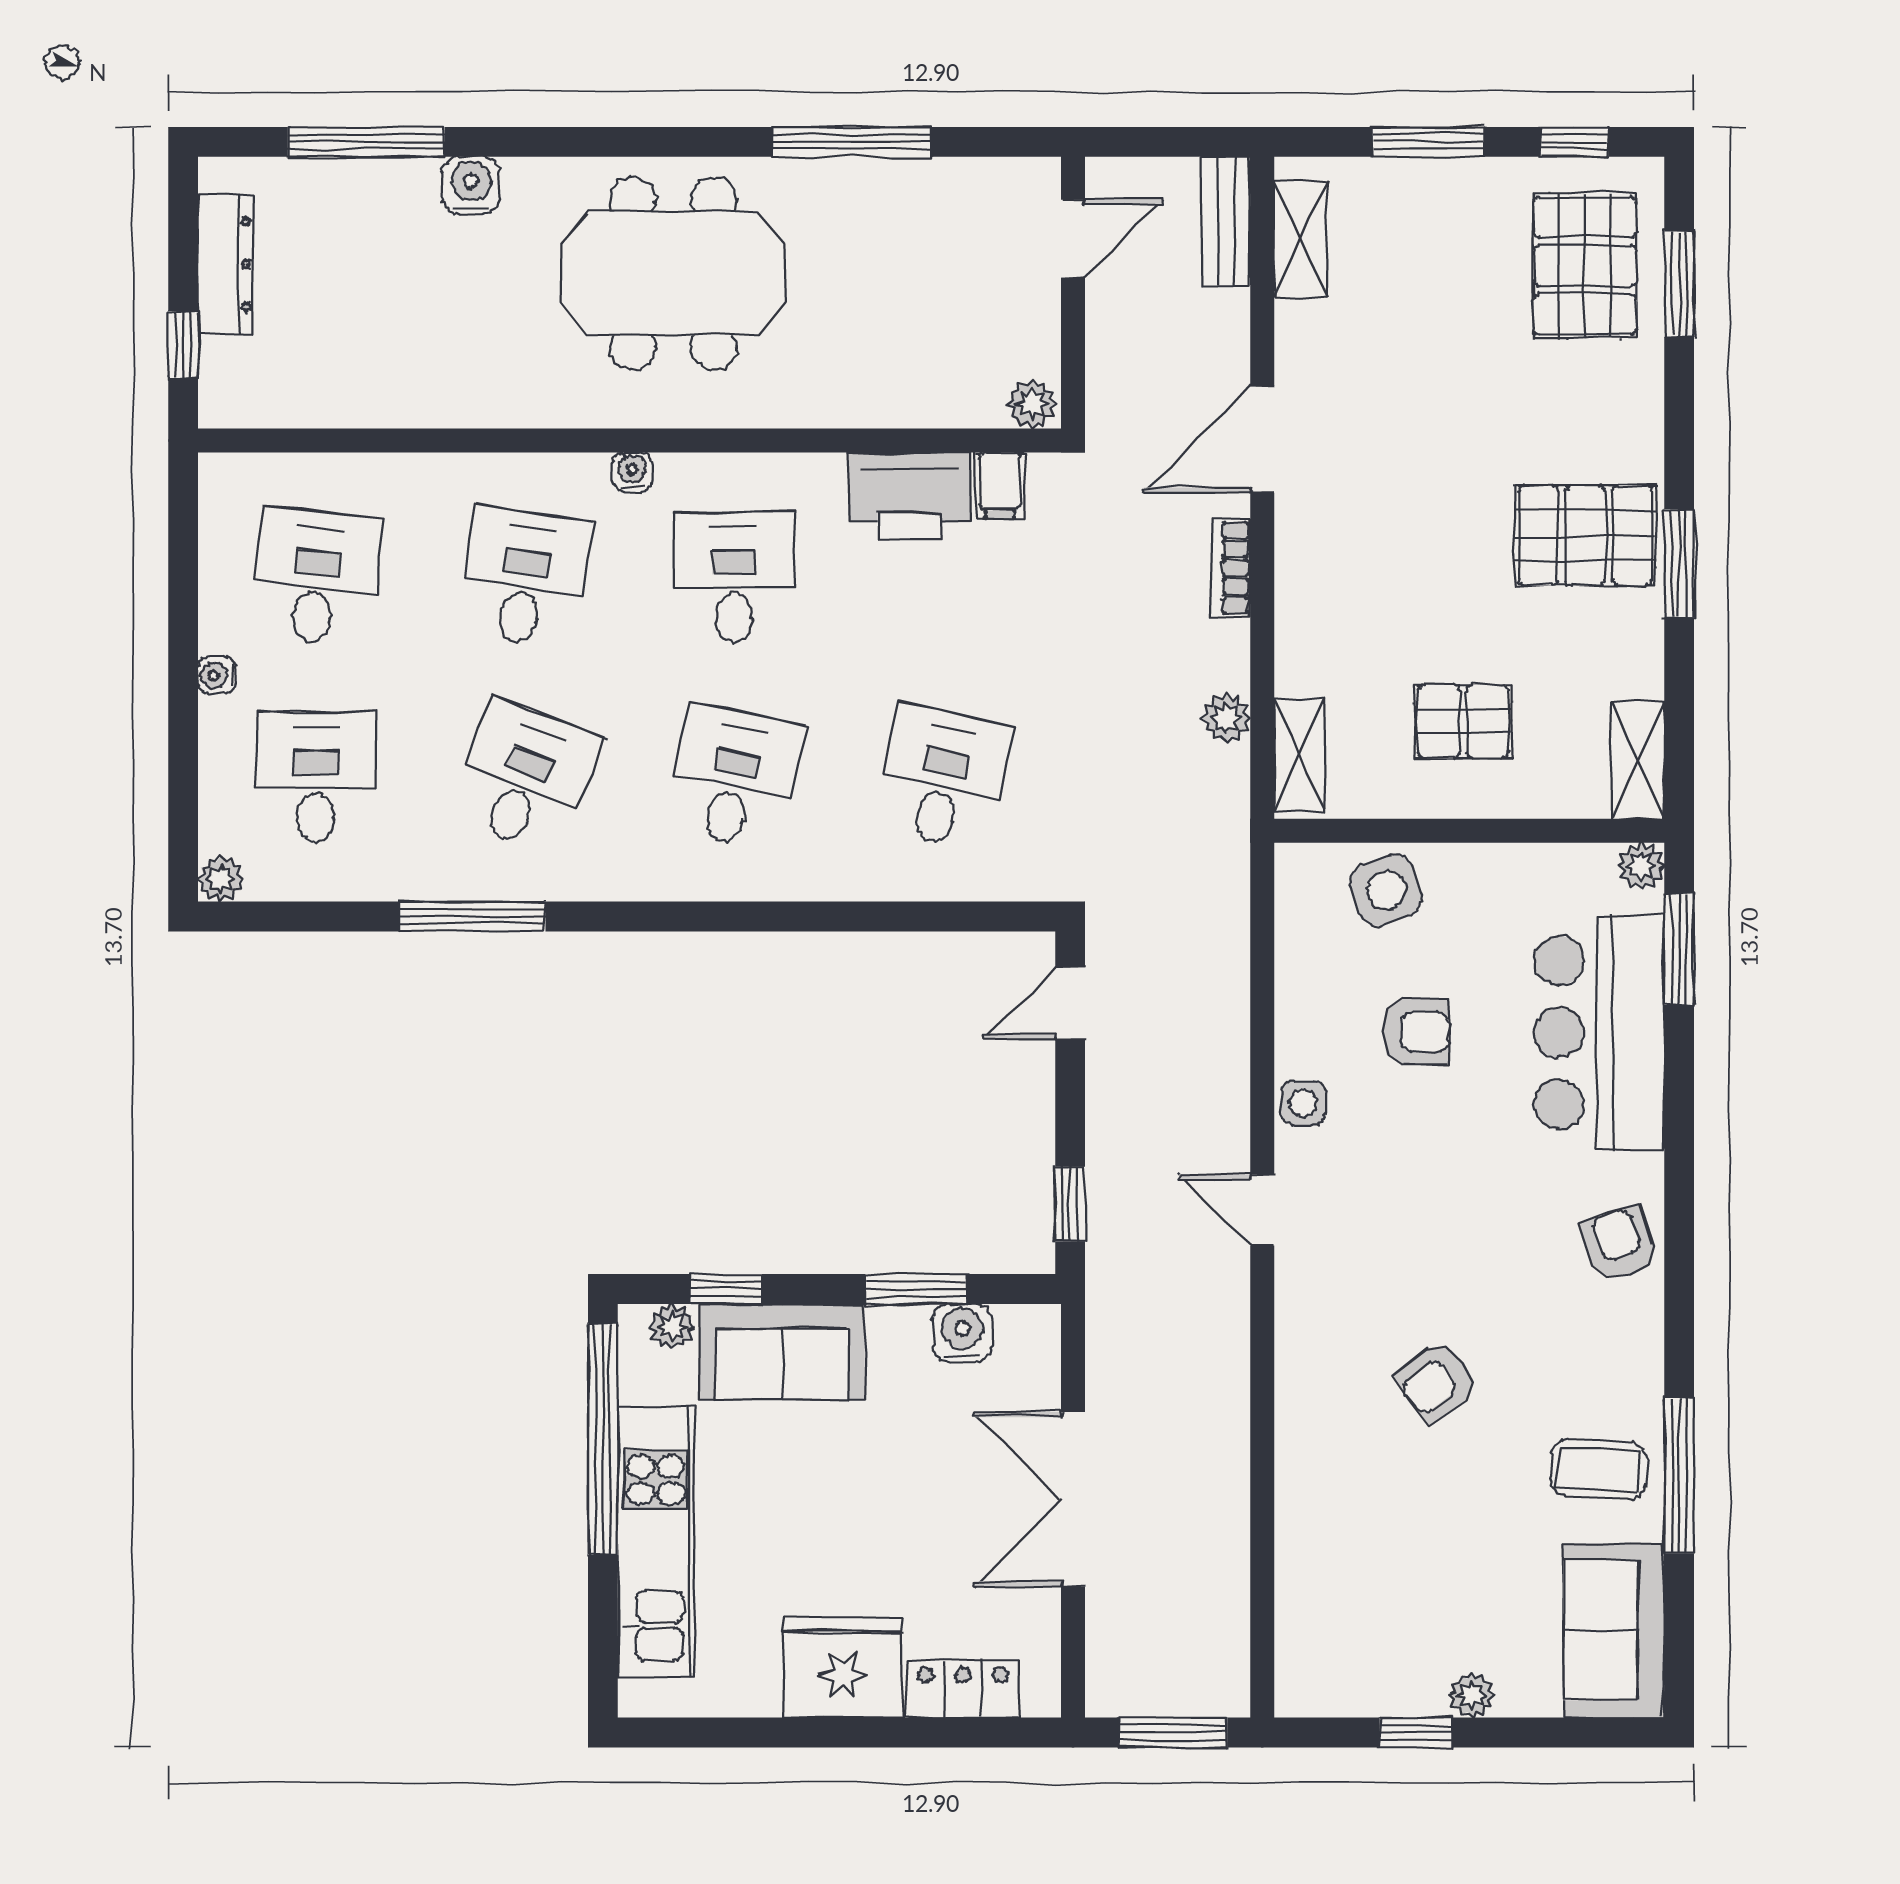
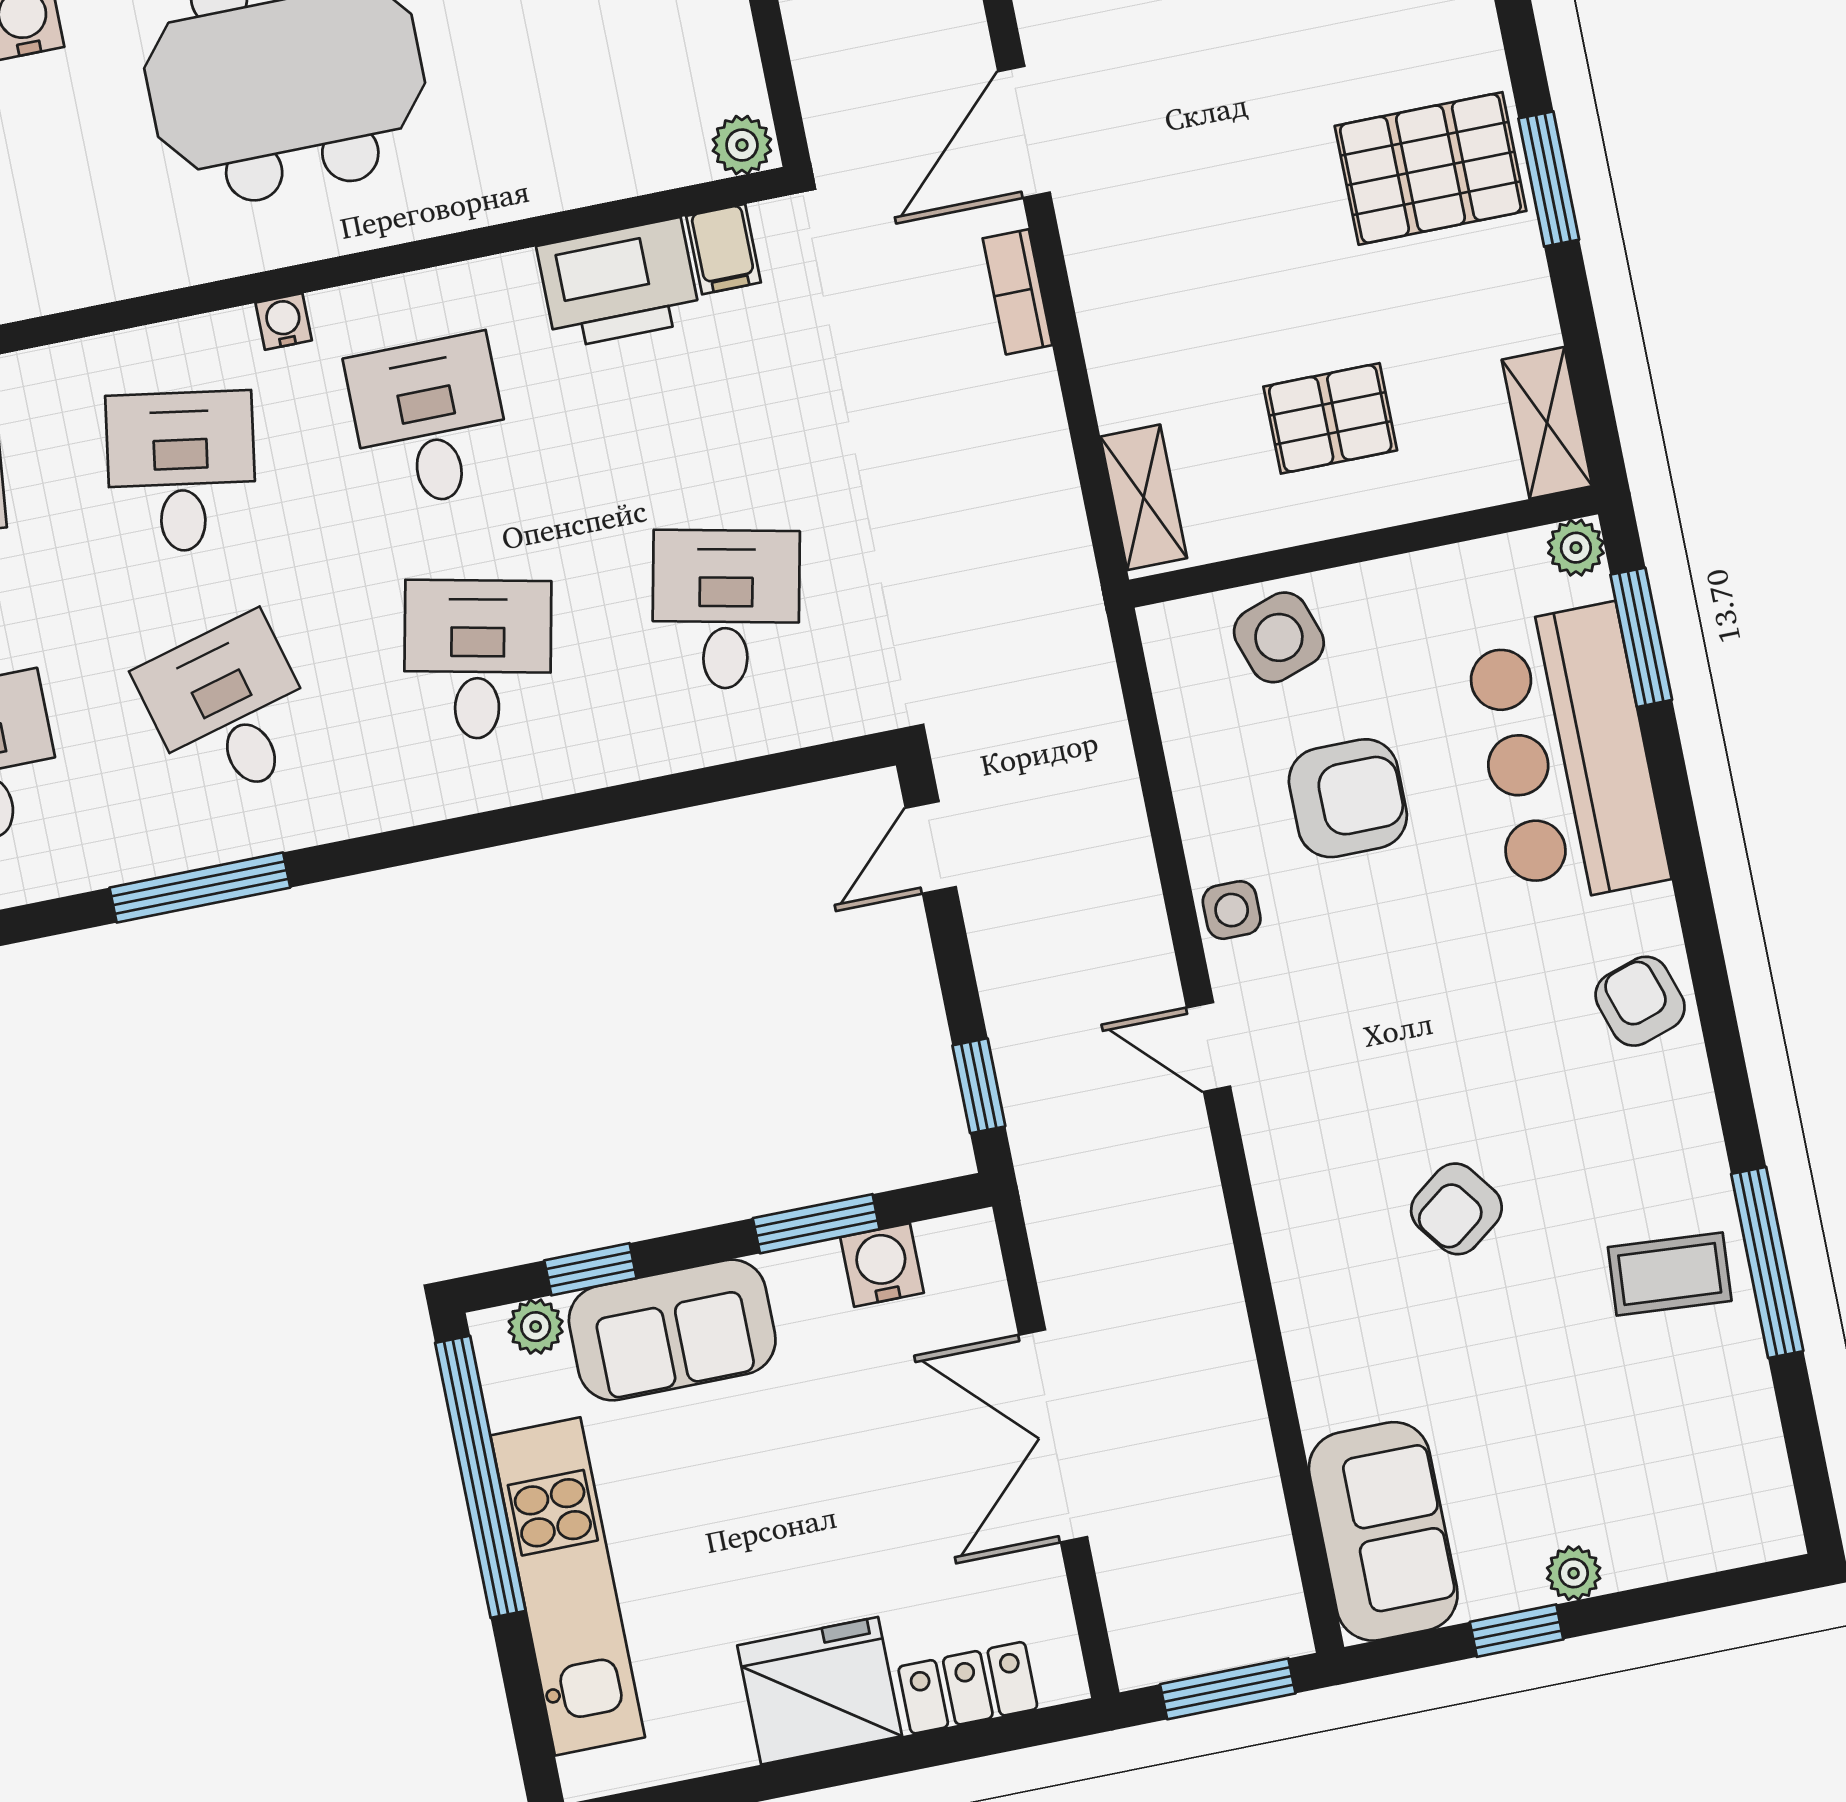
plant: (1226, 718) -> (1048, 471), removed
desk: (525, 777) -> (229, 709), turned -36
armchair: (1416, 1031) -> (1348, 798), width x1.38, depth x1.38
sofa: (1614, 1630) -> (1383, 1531), moved, turned 180

